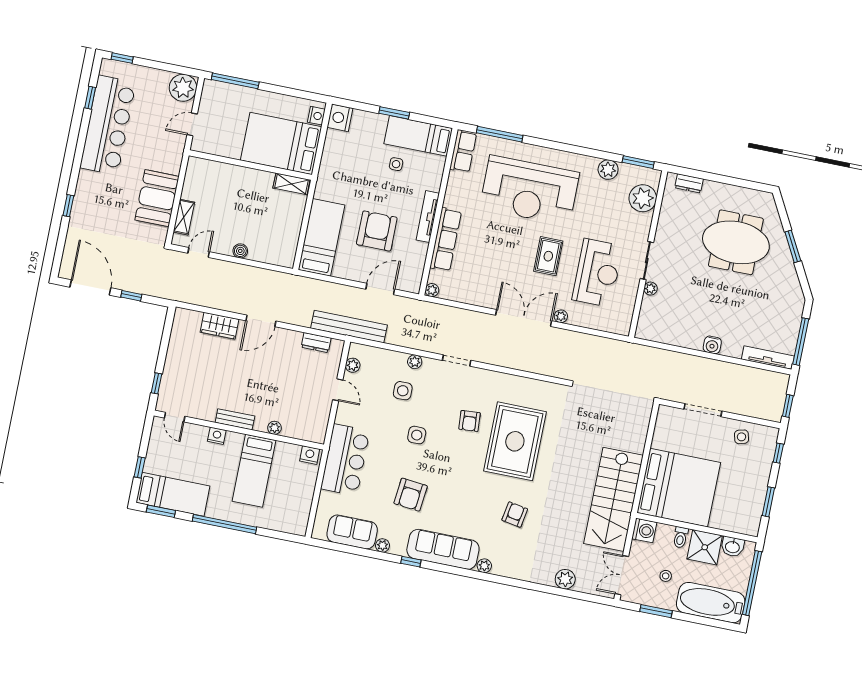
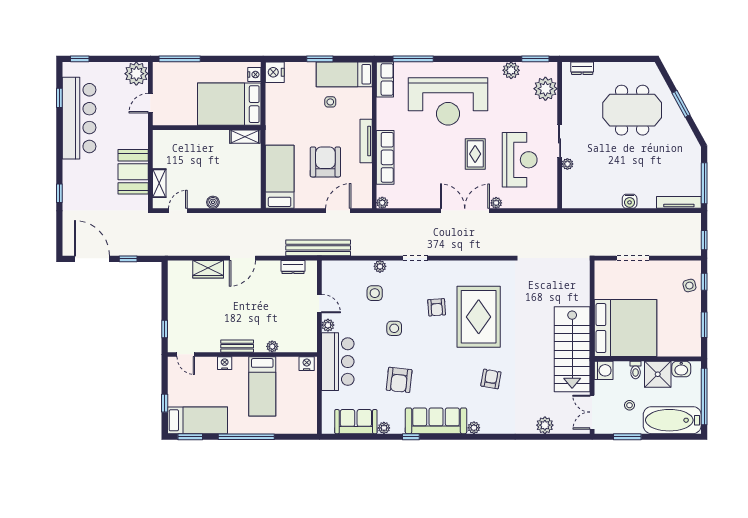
plant: (353, 365) -> (328, 325), moved
side table: (741, 437) -> (689, 286), moved

